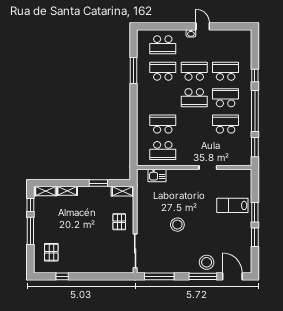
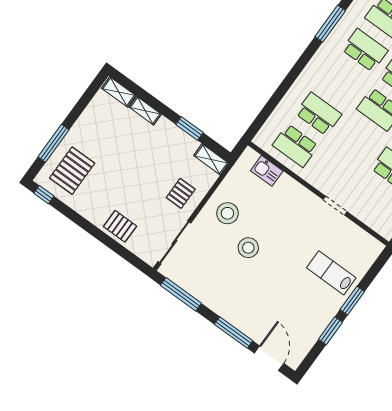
window: (30, 205) -> (88, 95), removed
window: (30, 231) -> (54, 143), moved
pallet: (51, 252) -> (72, 171), width x1.50, depth x1.42
stool: (207, 262) -> (227, 213), moved
pallet: (99, 264) -> (120, 226), added
window: (62, 276) -> (44, 195), moved

